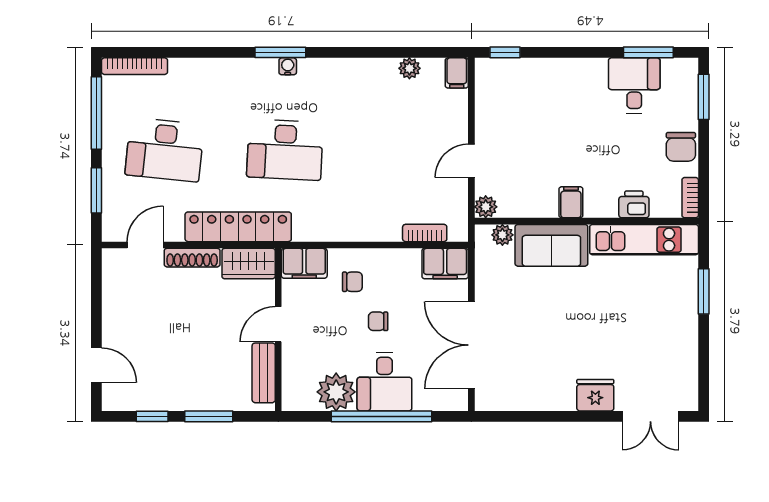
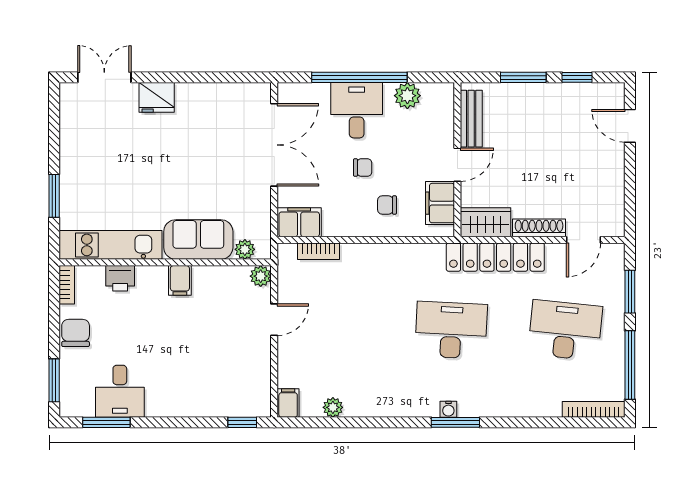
filing cabinet: (304, 263) -> (440, 203), moved, turned -90
plant: (336, 392) -> (407, 96), width x0.73, depth x0.73

